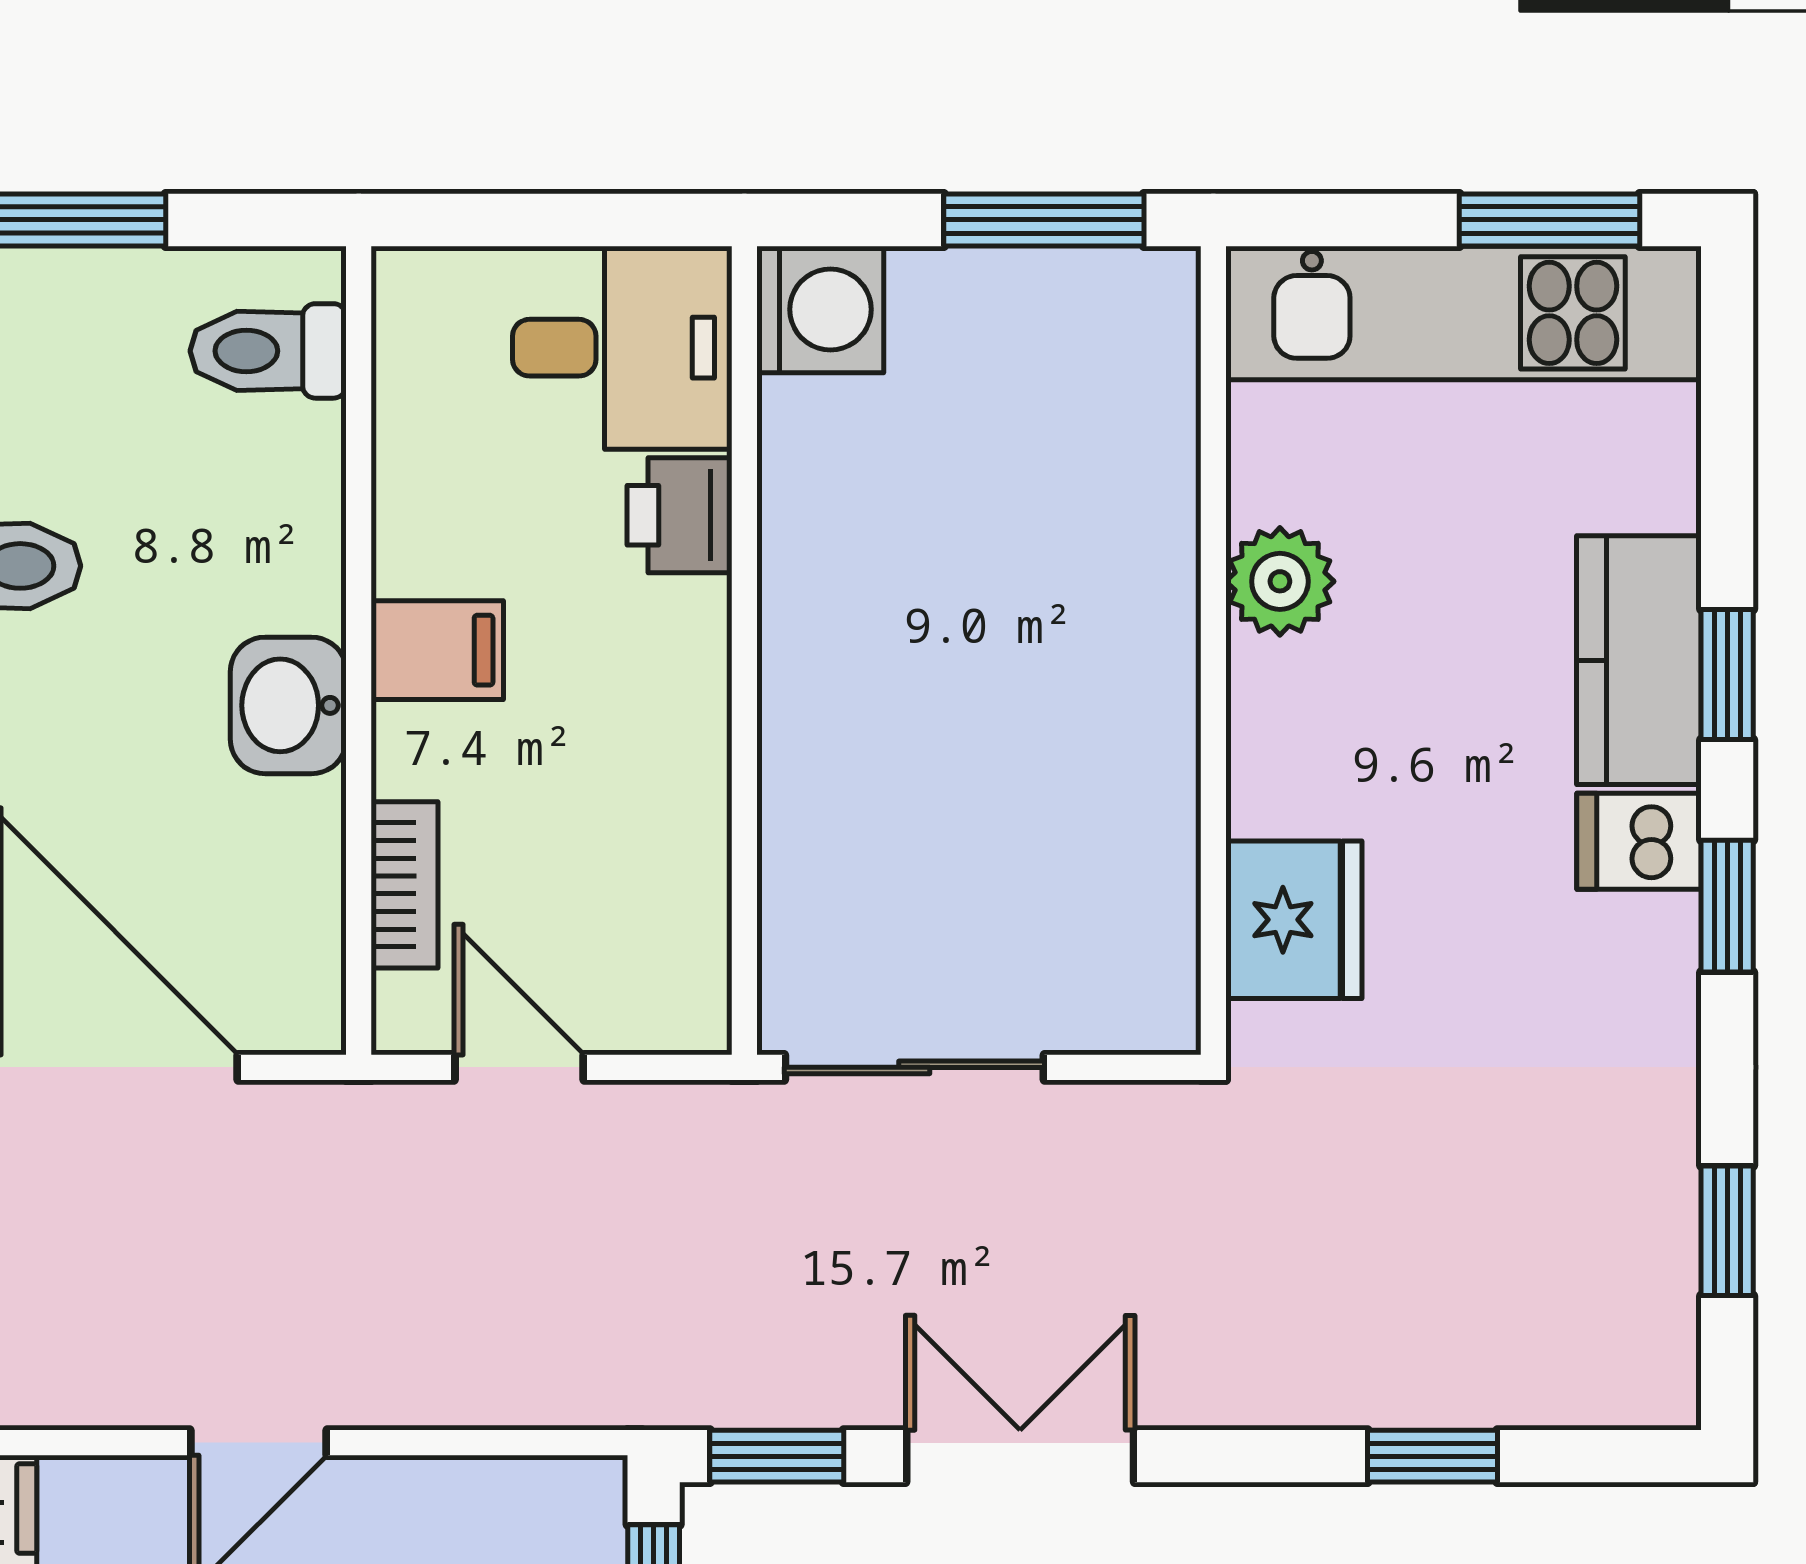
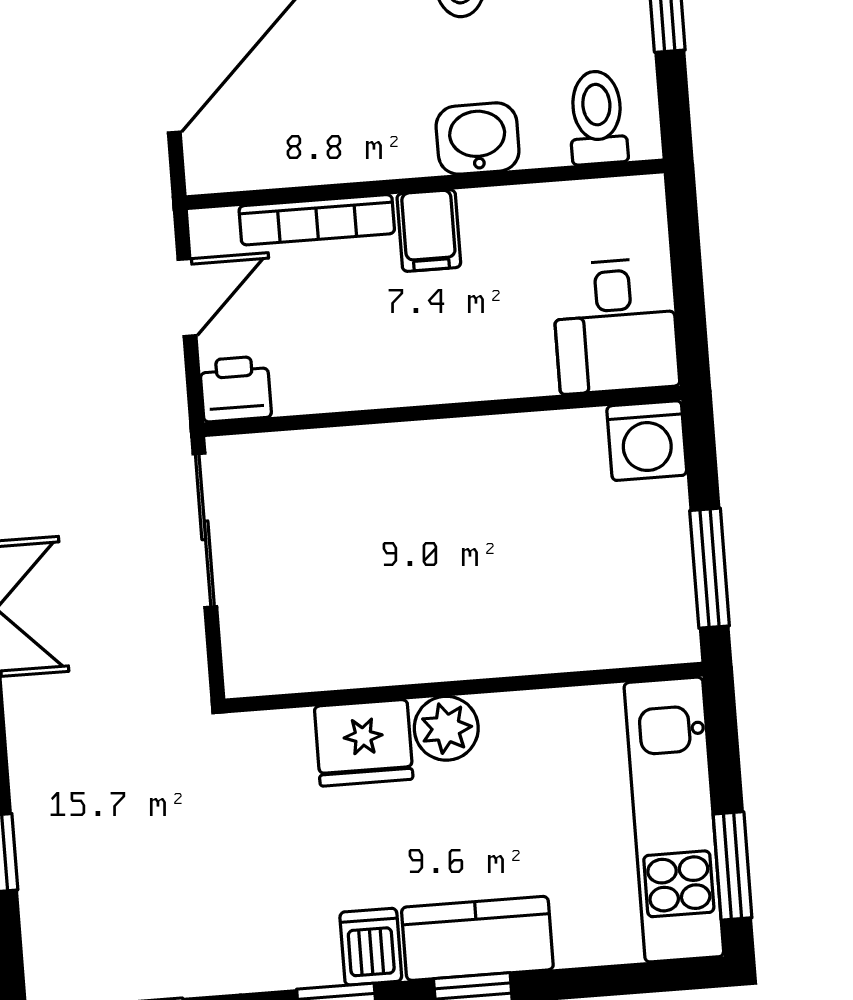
printer: (680, 515) -> (235, 389), moved
plant: (1280, 581) -> (446, 728), moved
washbasin: (288, 705) -> (478, 139), moved
bookcase: (405, 885) -> (317, 220), width x1.56
fridge: (1294, 920) -> (364, 743), moved

